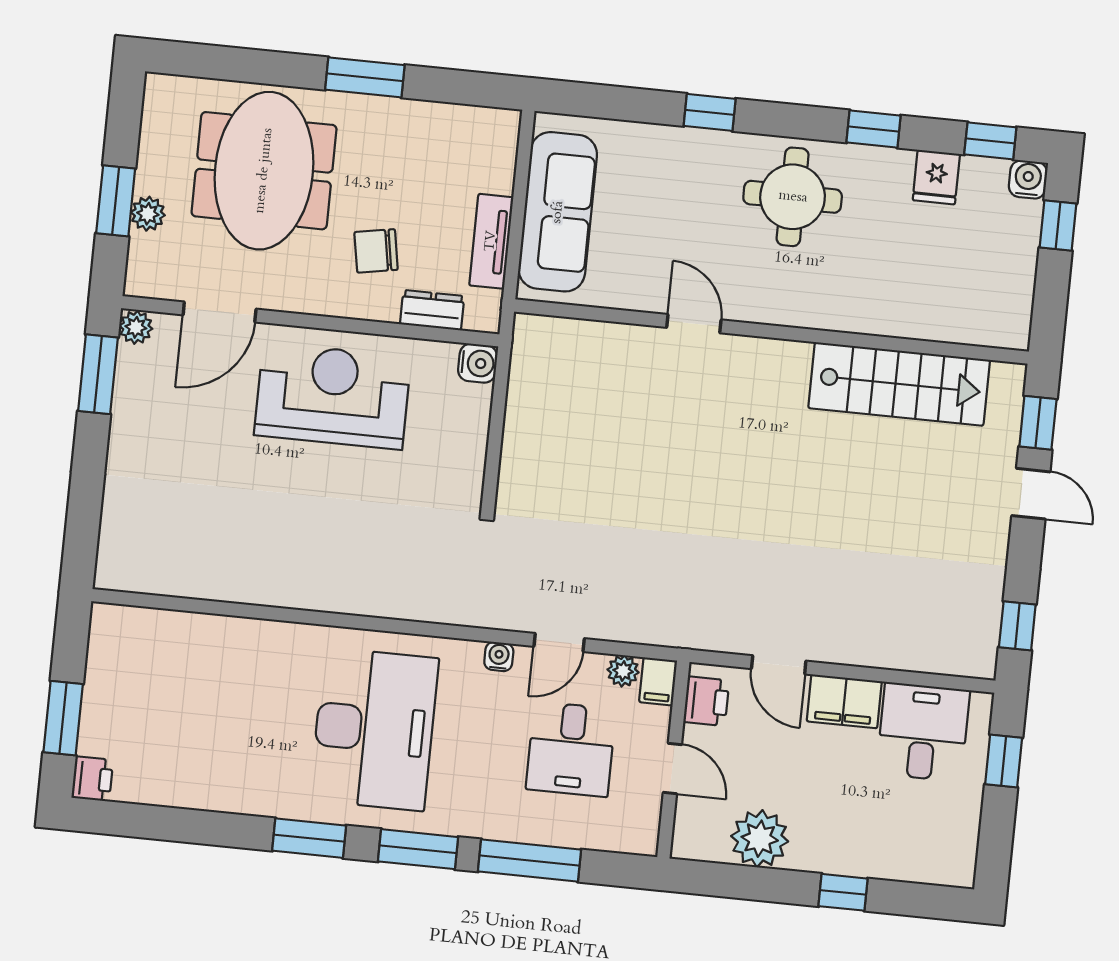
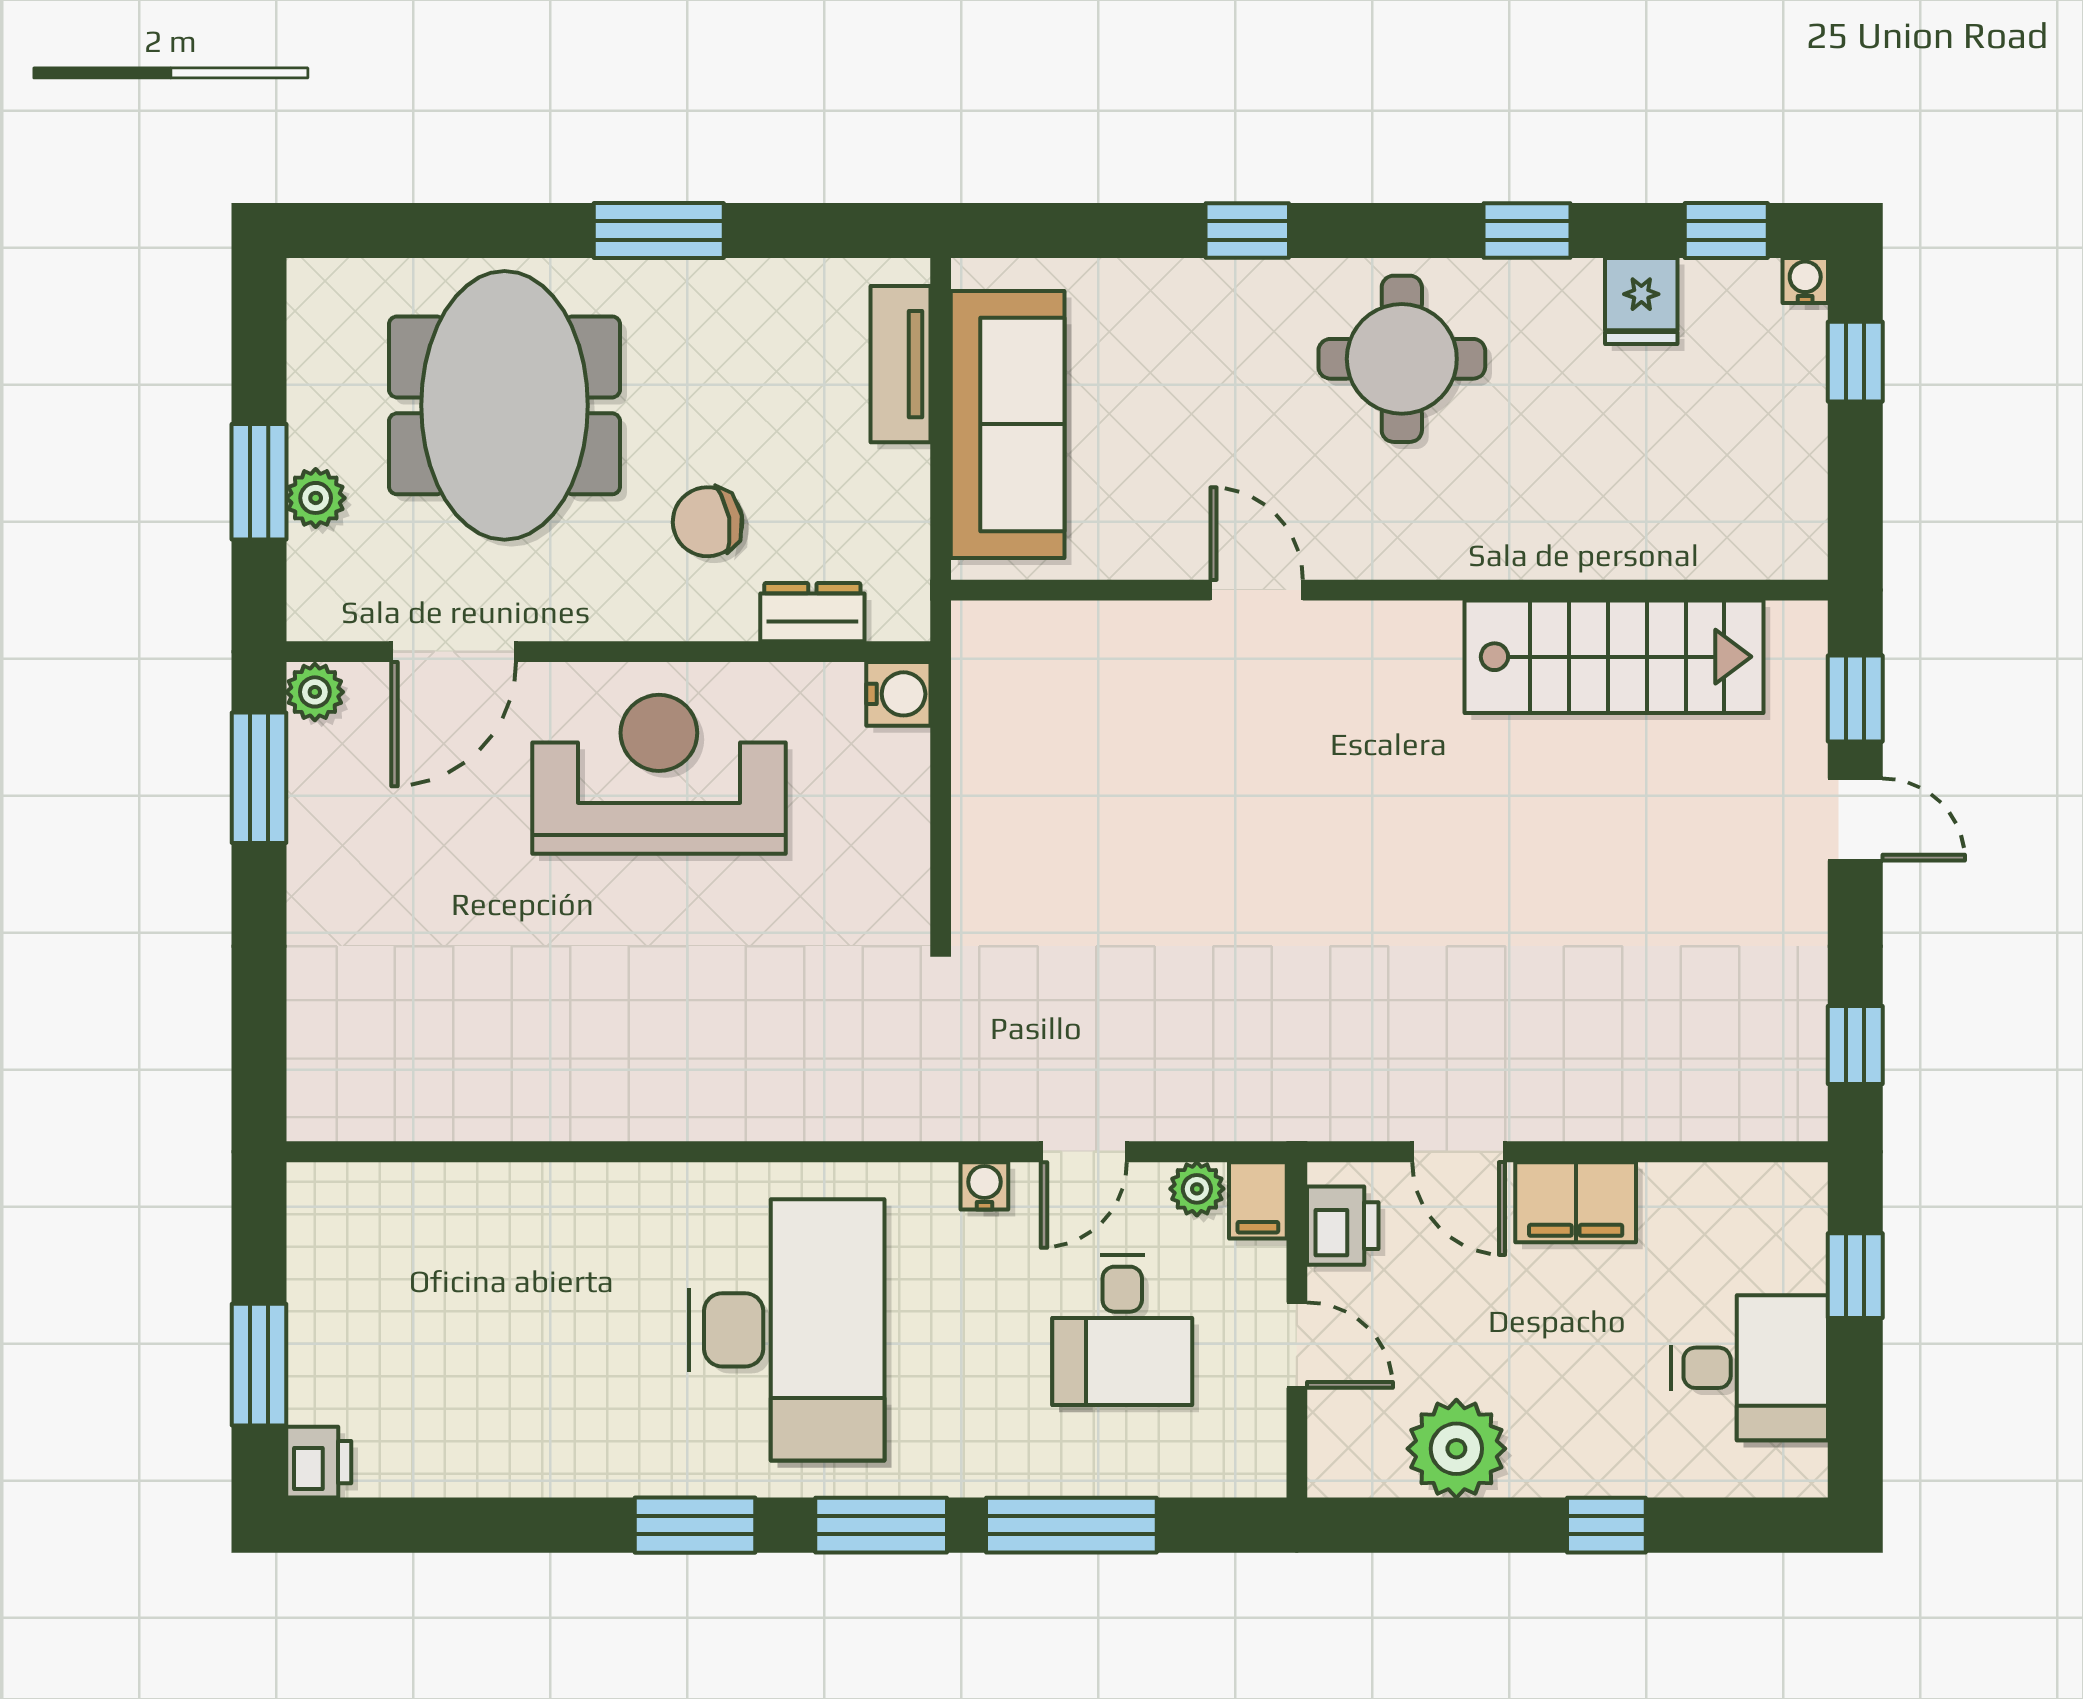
water cooler: (1028, 179) -> (1805, 280), width x0.72, depth x0.72
tv unit: (491, 241) -> (901, 364), moved
desk: (923, 732) -> (1749, 1368), moved, turned 90

